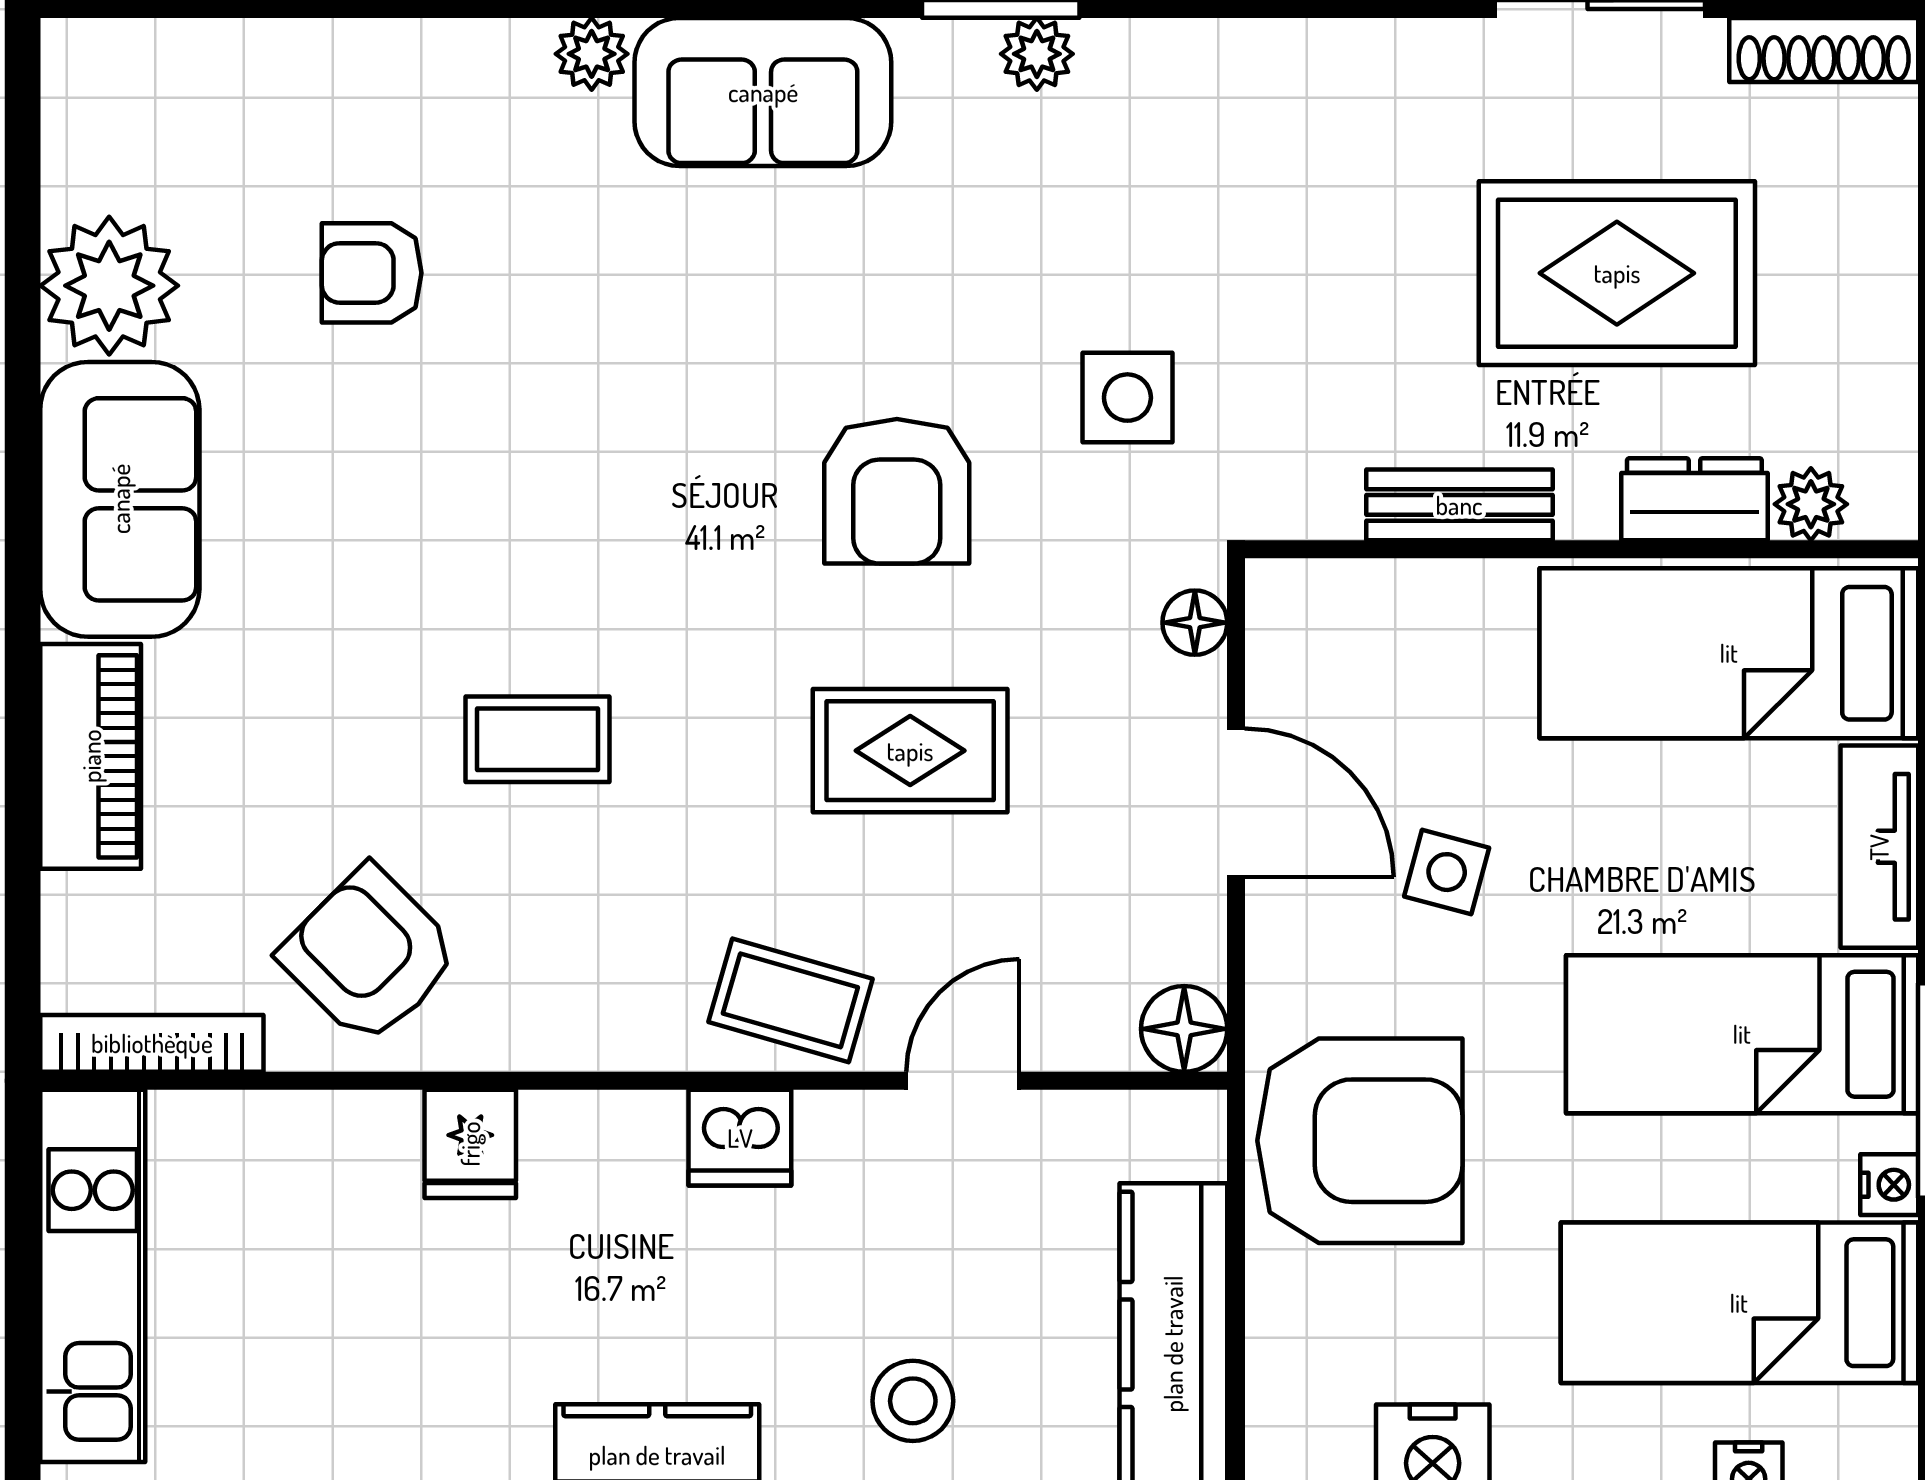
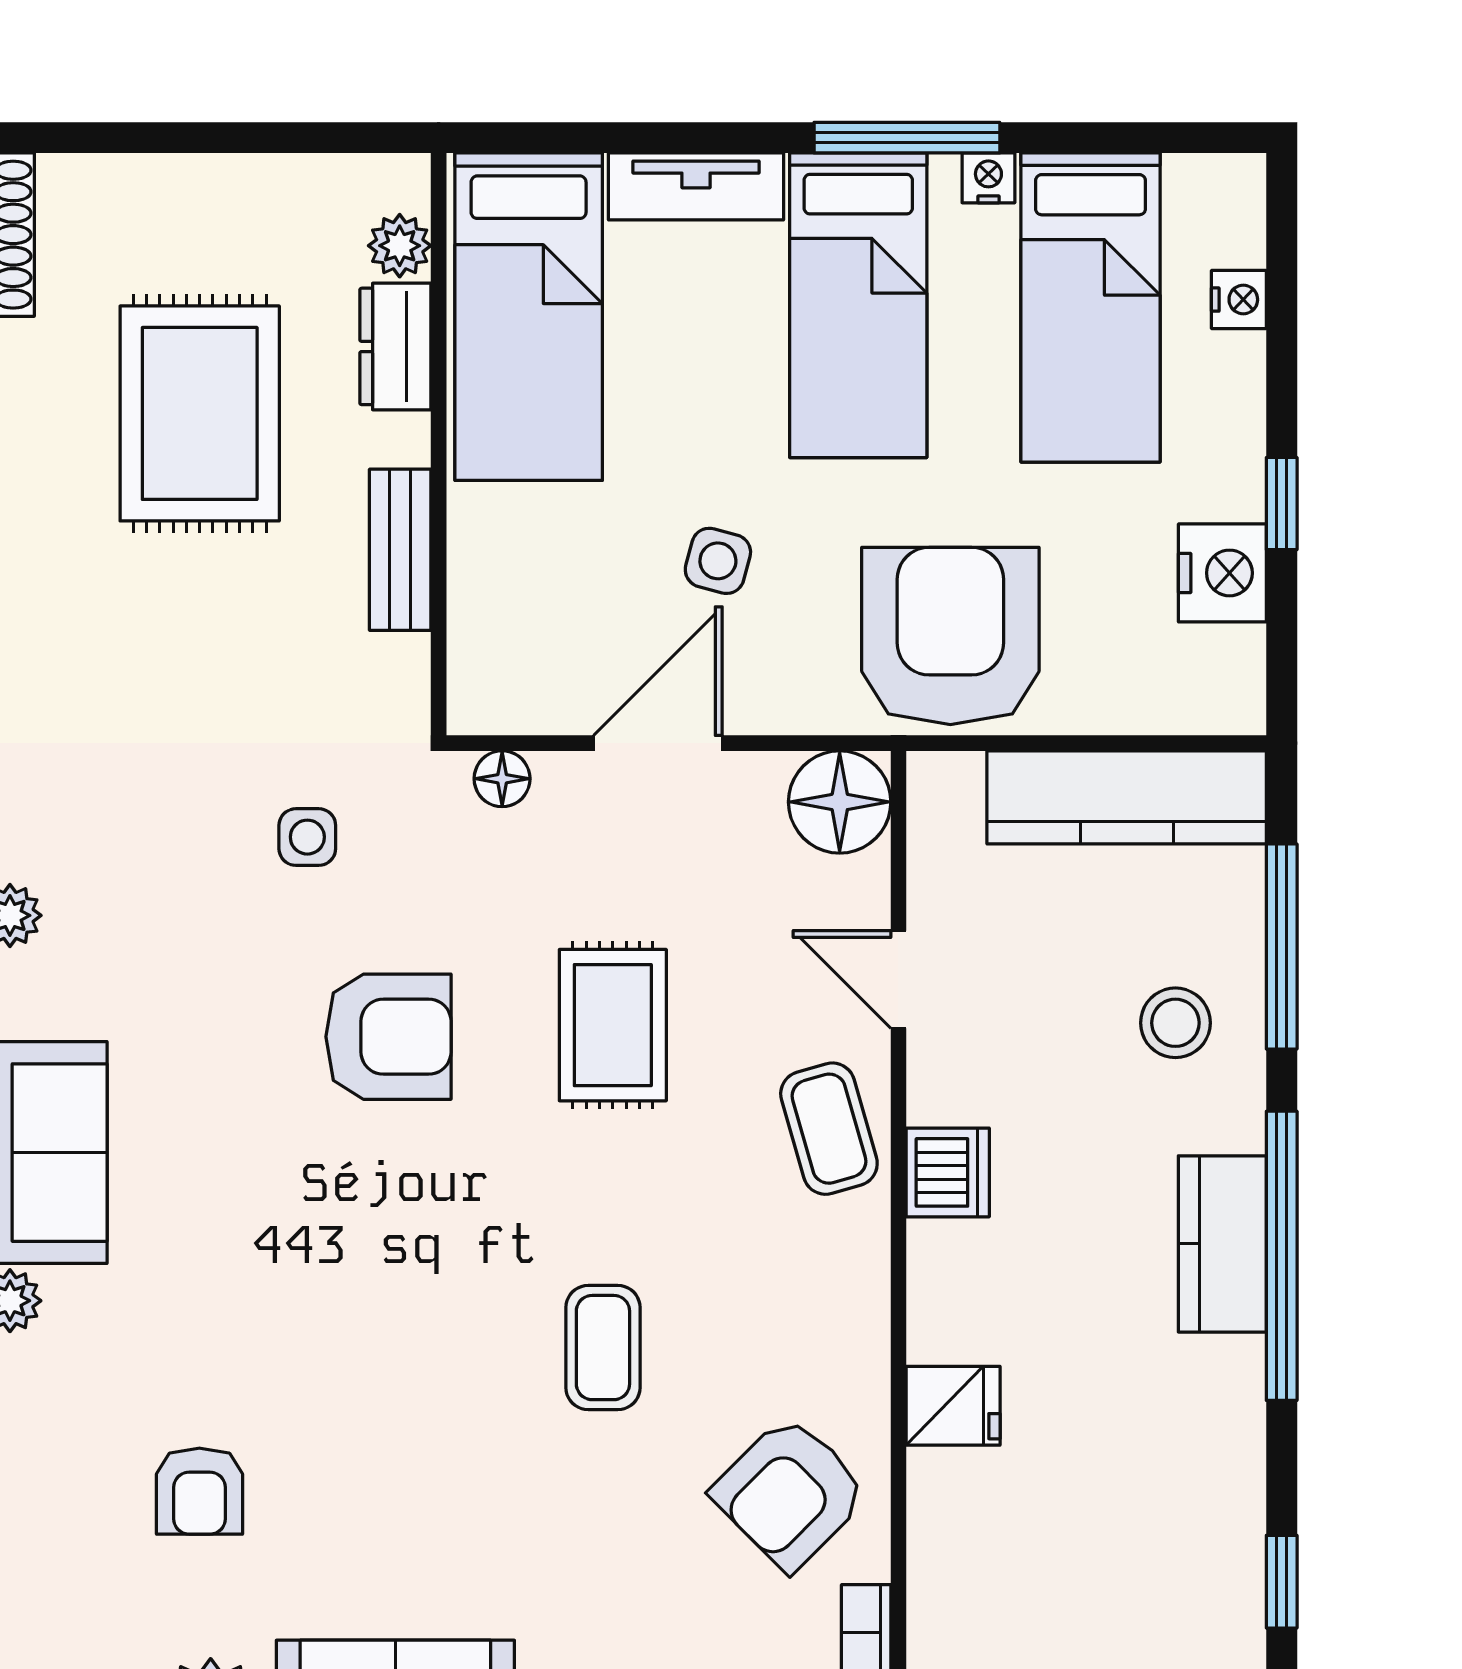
side table: (1127, 398) -> (307, 837), width x0.73, depth x0.73
coffee table: (790, 1000) -> (829, 1129), turned -32
floor lamp: (1184, 1029) -> (840, 802), width x1.38, depth x1.38

